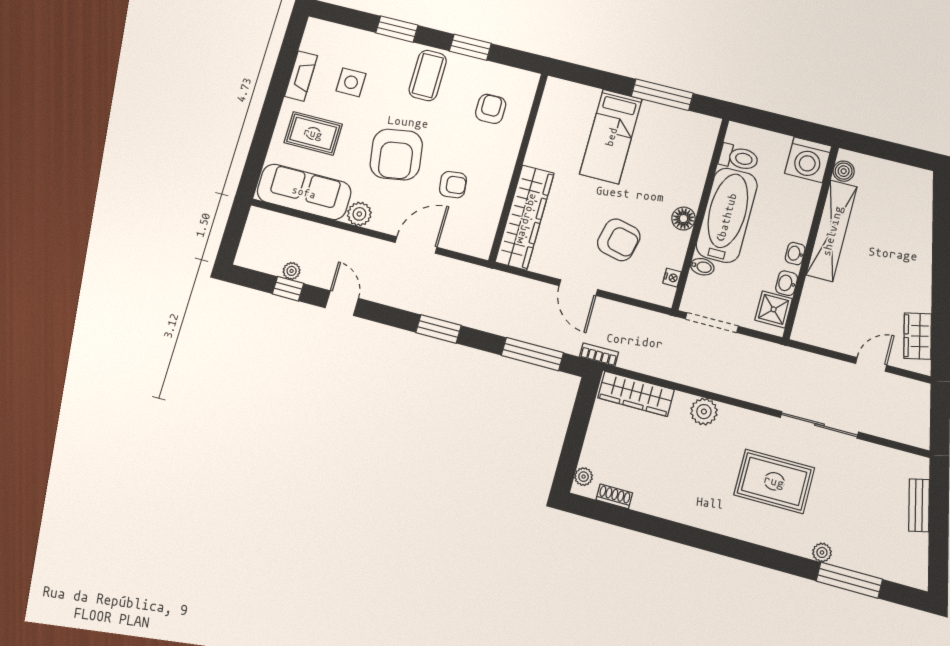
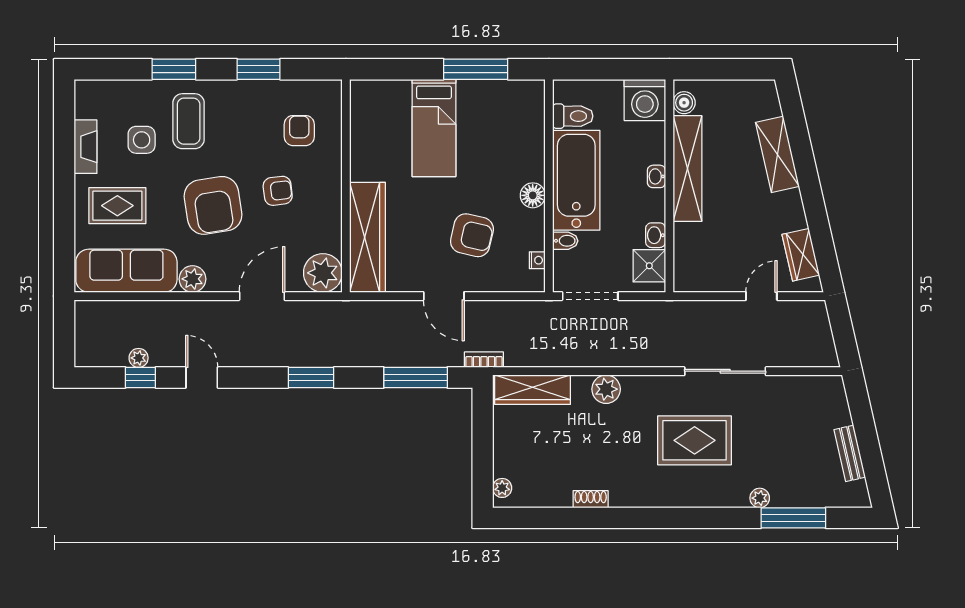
coffee table: (428, 76) -> (189, 121), moved
armchair: (453, 185) -> (278, 191), moved
plant: (476, 239) -> (323, 273), added
shelving: (918, 239) -> (777, 154), added
washbasin: (795, 254) -> (656, 176), moved
shoe rack: (614, 496) -> (591, 499), moved
bench: (919, 505) -> (850, 453), moved

